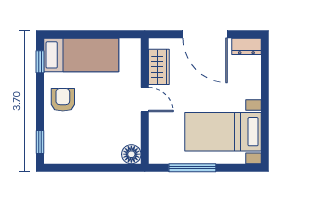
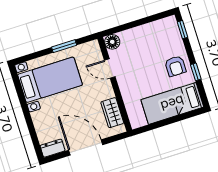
window: (40, 62) -> (196, 72), moved
door: (145, 100) -> (110, 68), moved
window: (192, 168) -> (64, 46), width x0.69

